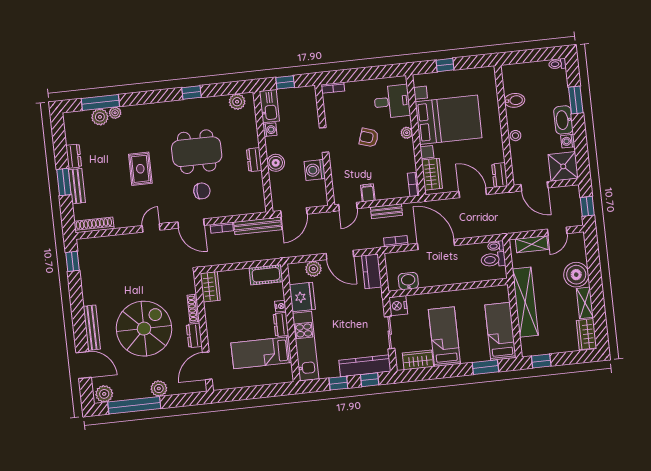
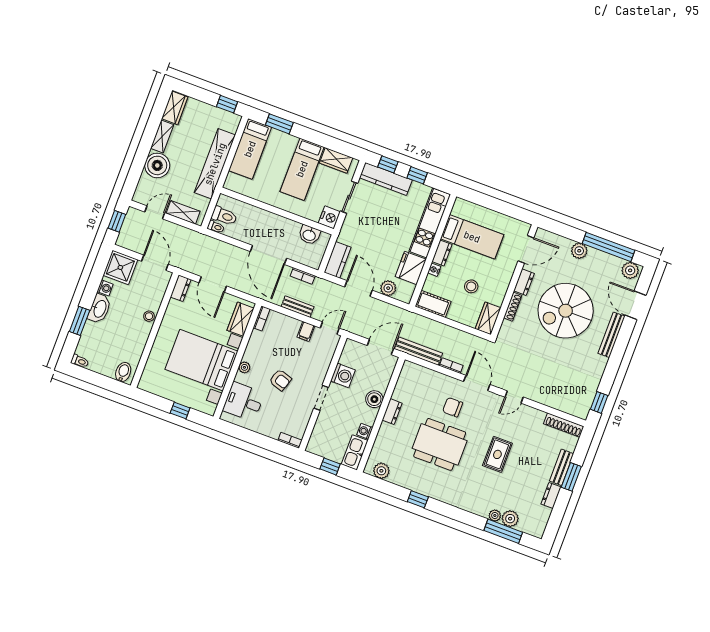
bidet: (515, 100) -> (123, 372), moved, turned 90
stool: (240, 308) -> (471, 286), added

